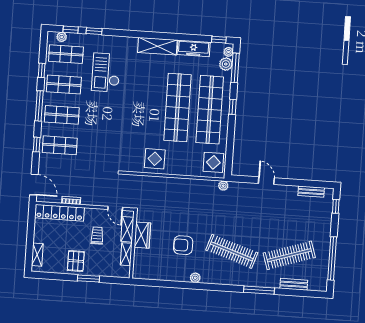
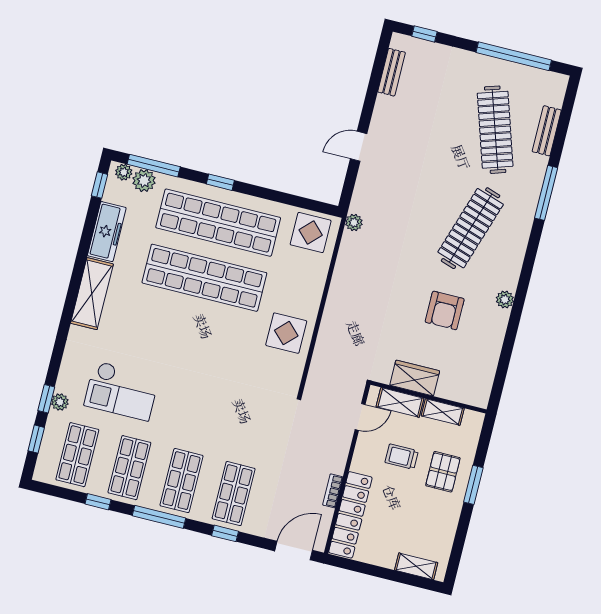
plant: (62, 37) -> (60, 402), moved
pallet: (76, 261) -> (443, 472), moved, turned 90

